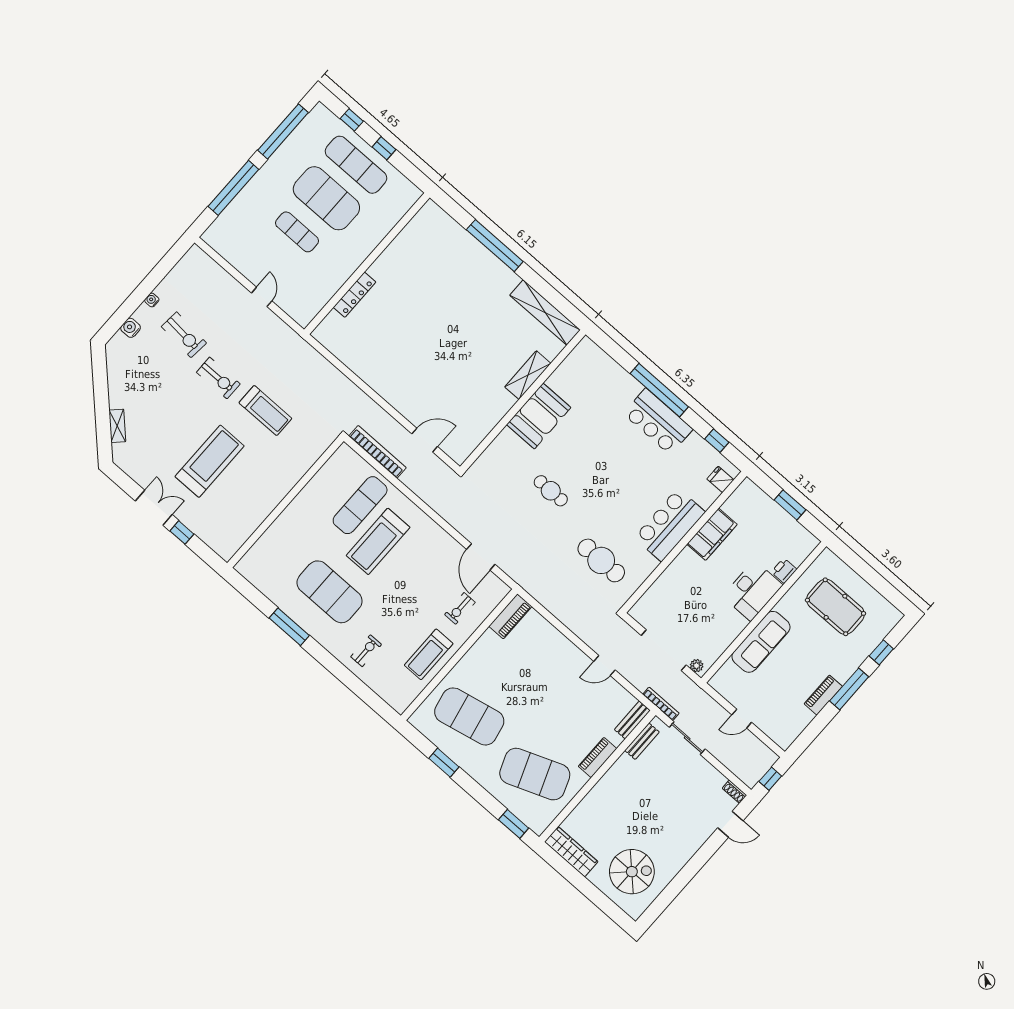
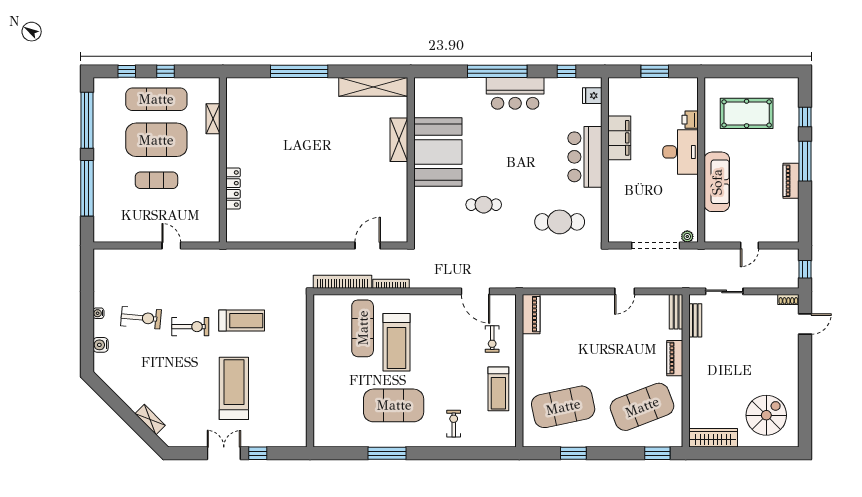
shelving: (389, 222) -> (213, 119), added
booth: (539, 416) -> (438, 152), width x1.36, depth x1.42
bookcase: (661, 704) -> (391, 284), moved

